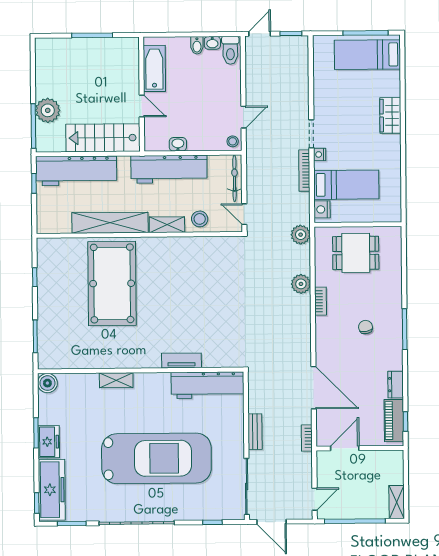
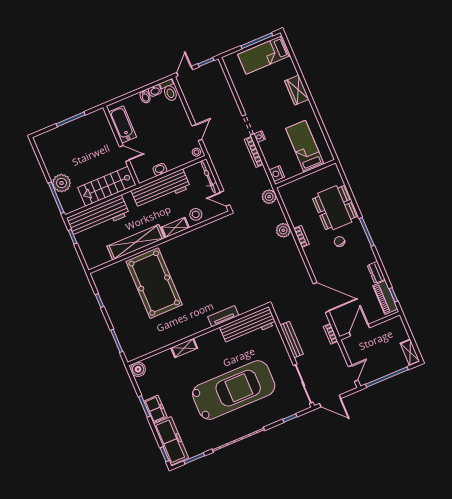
bed: (346, 185) -> (305, 146), moved, turned -90
dining table: (356, 253) -> (335, 208), moved, width x1.38
bench: (255, 432) -> (292, 340), width x1.36

